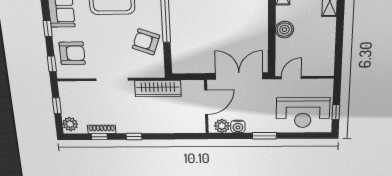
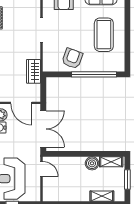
boiler: (284, 30) -> (92, 163), moved
wardrobe: (158, 88) -> (34, 71), width x0.67

